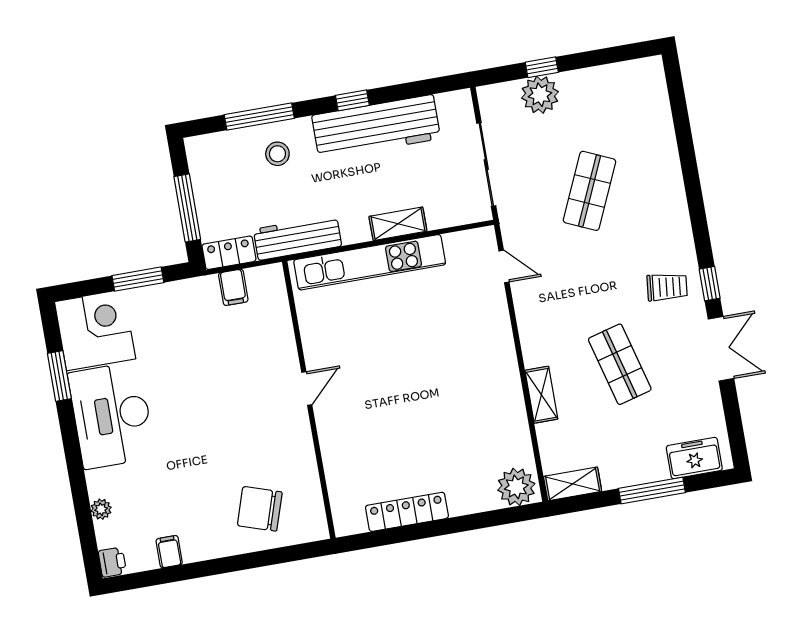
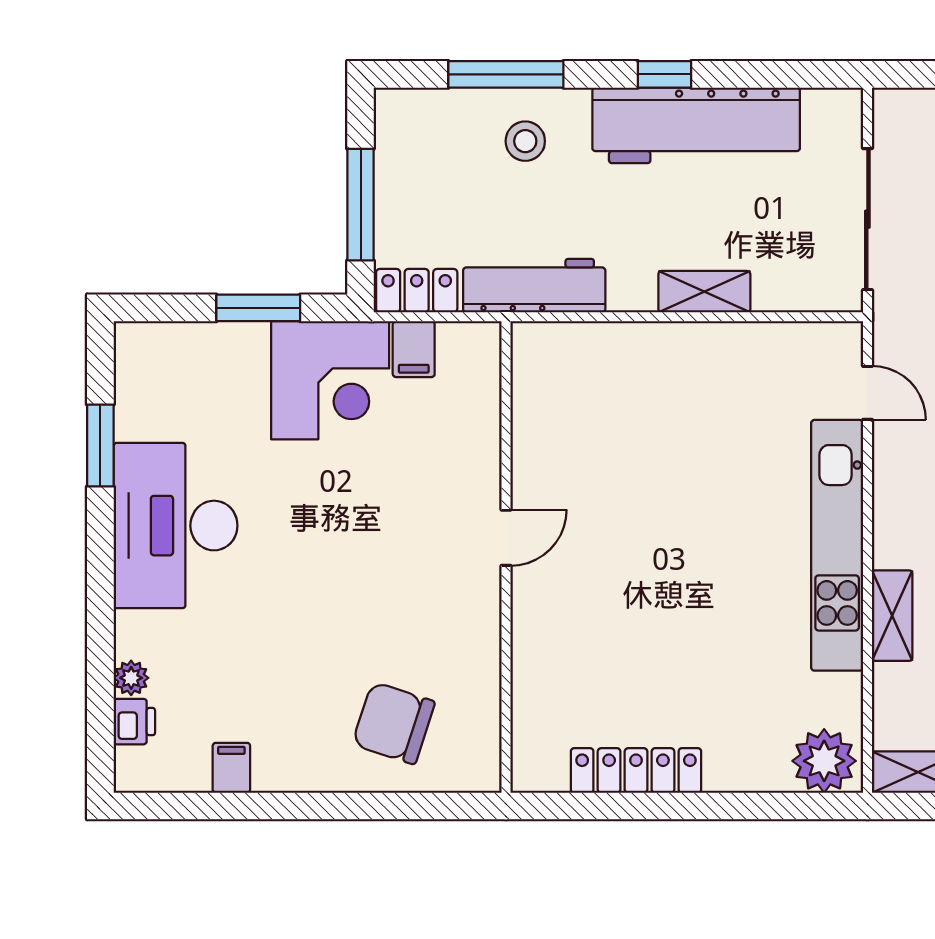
kitchen unit: (370, 262) -> (837, 545), moved, turned 90
corner desk: (95, 330) -> (330, 380), moved, turned 90
printer: (112, 562) -> (134, 722), moved

